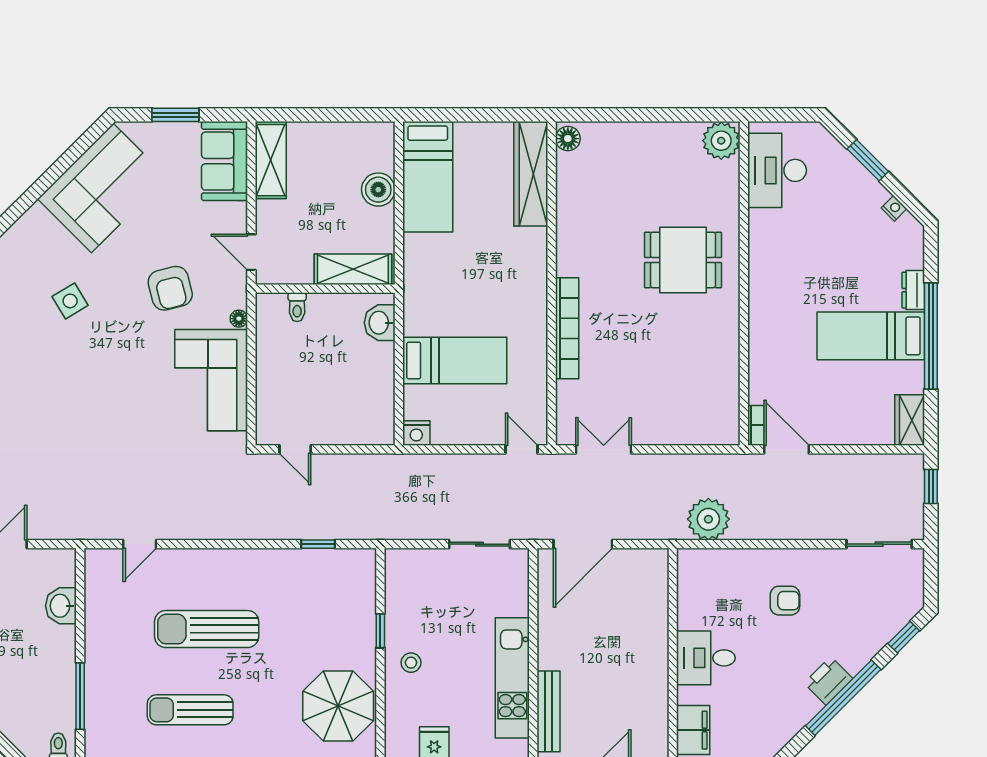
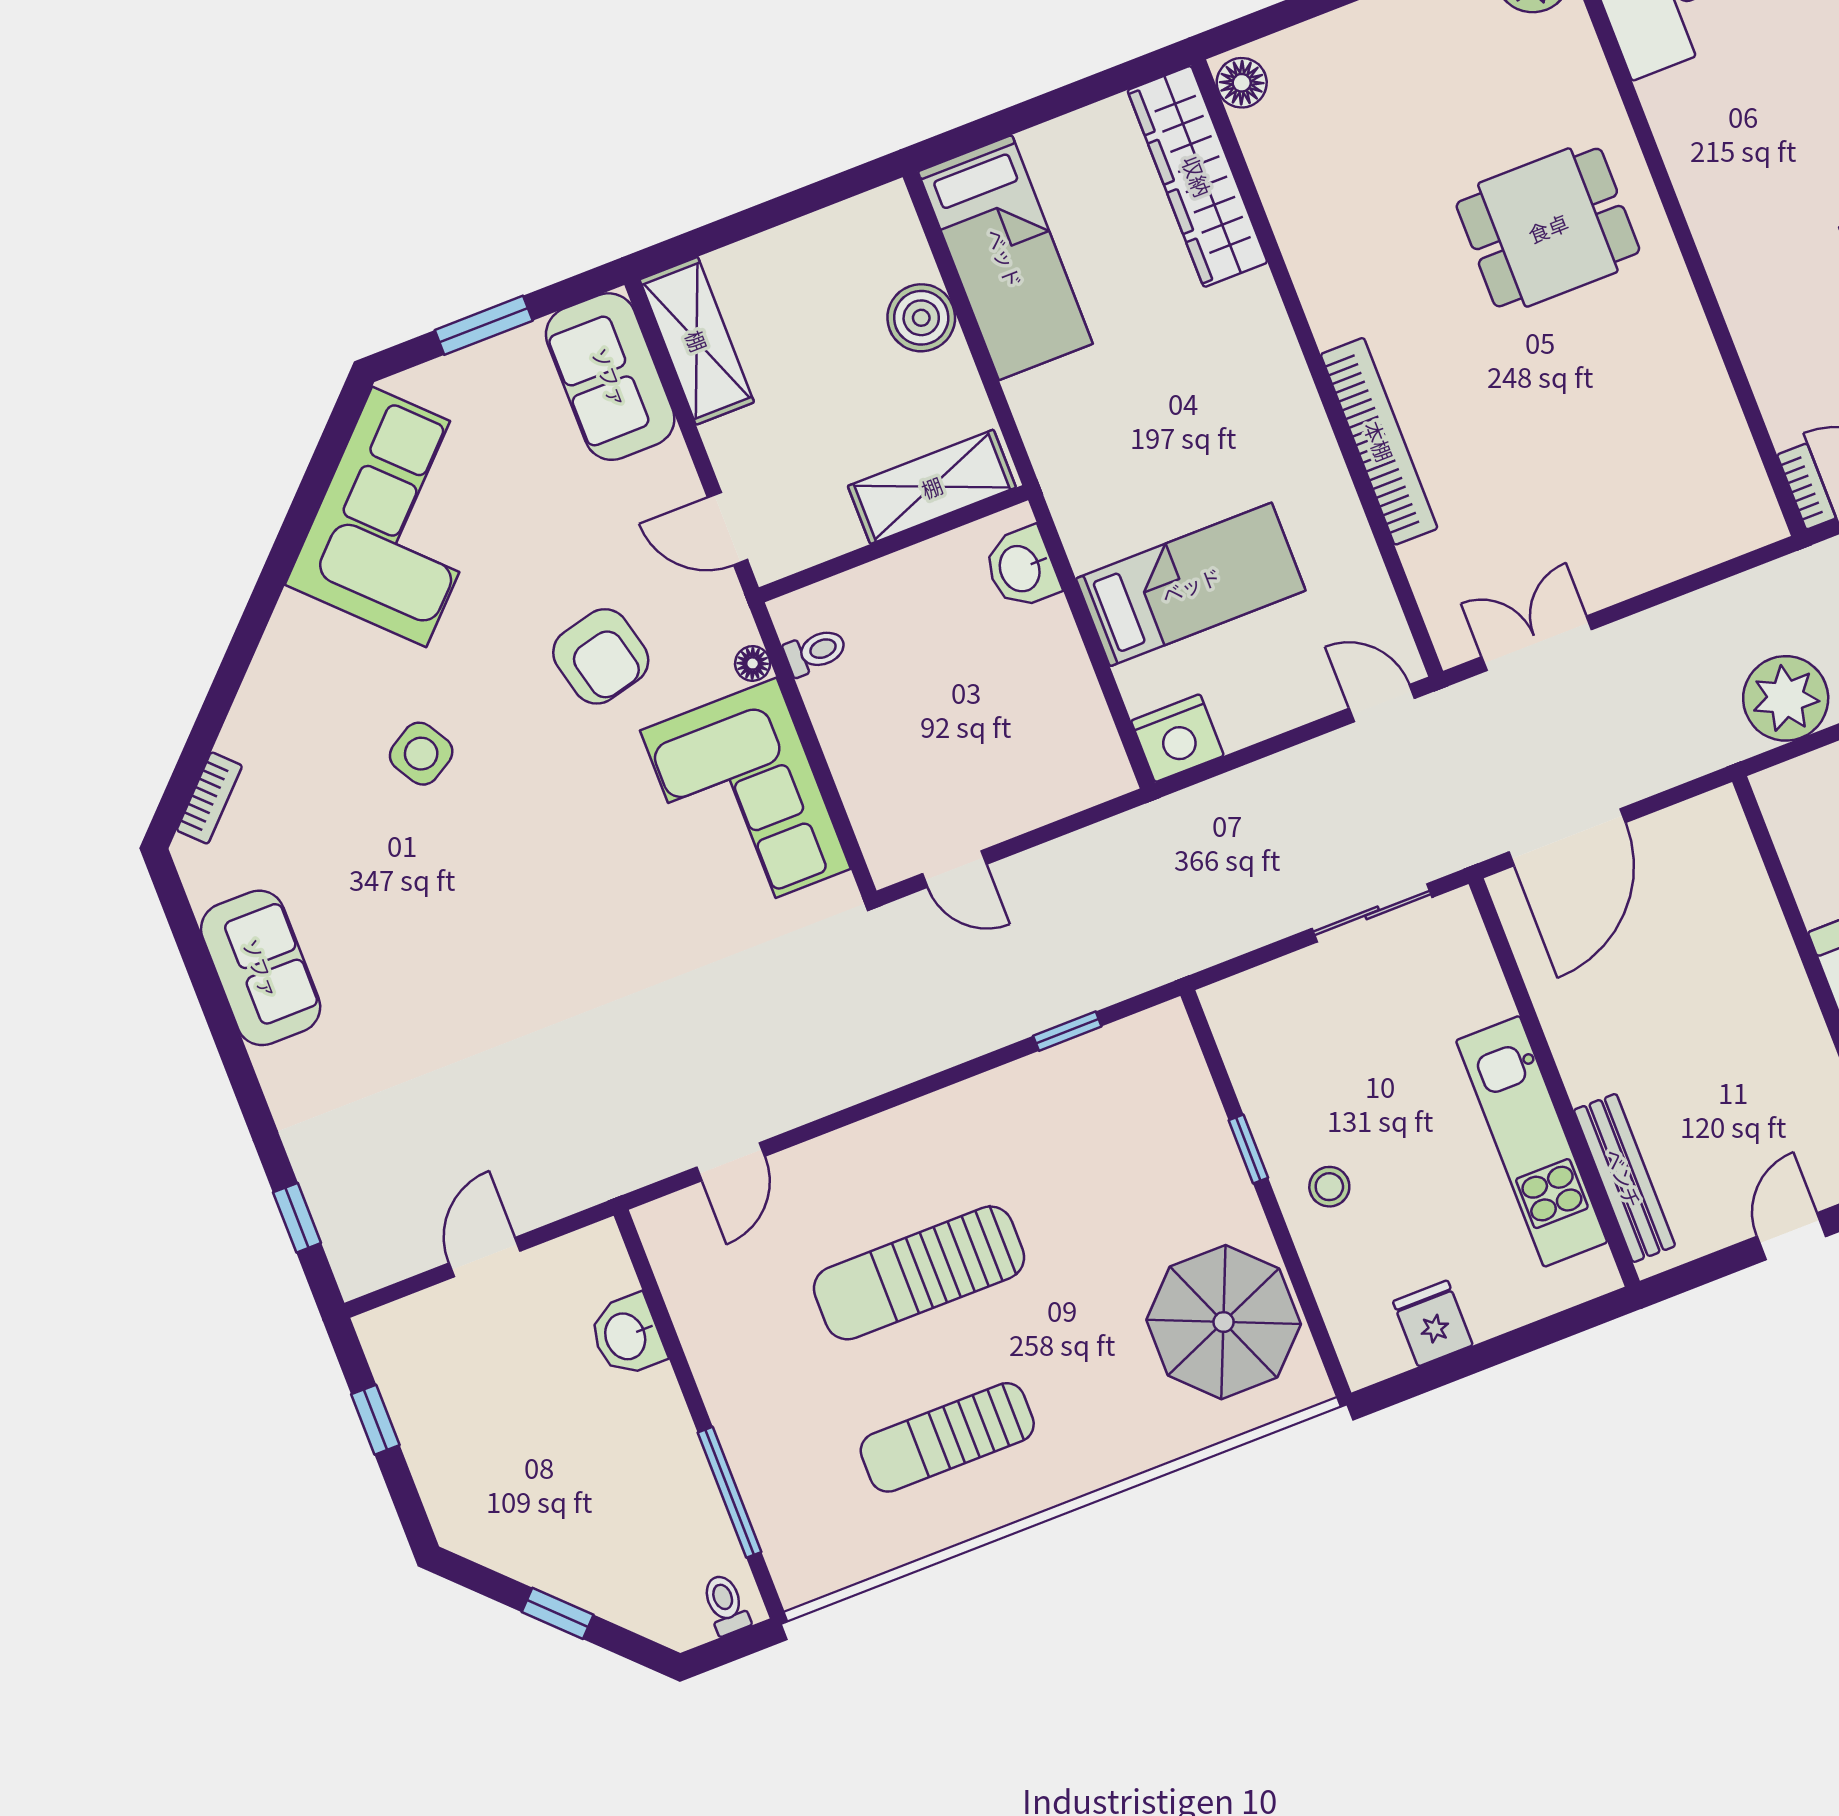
toilet: (297, 307) -> (815, 652), moved, turned -90
nightstand: (416, 433) -> (1177, 738), width x1.36, depth x1.33

